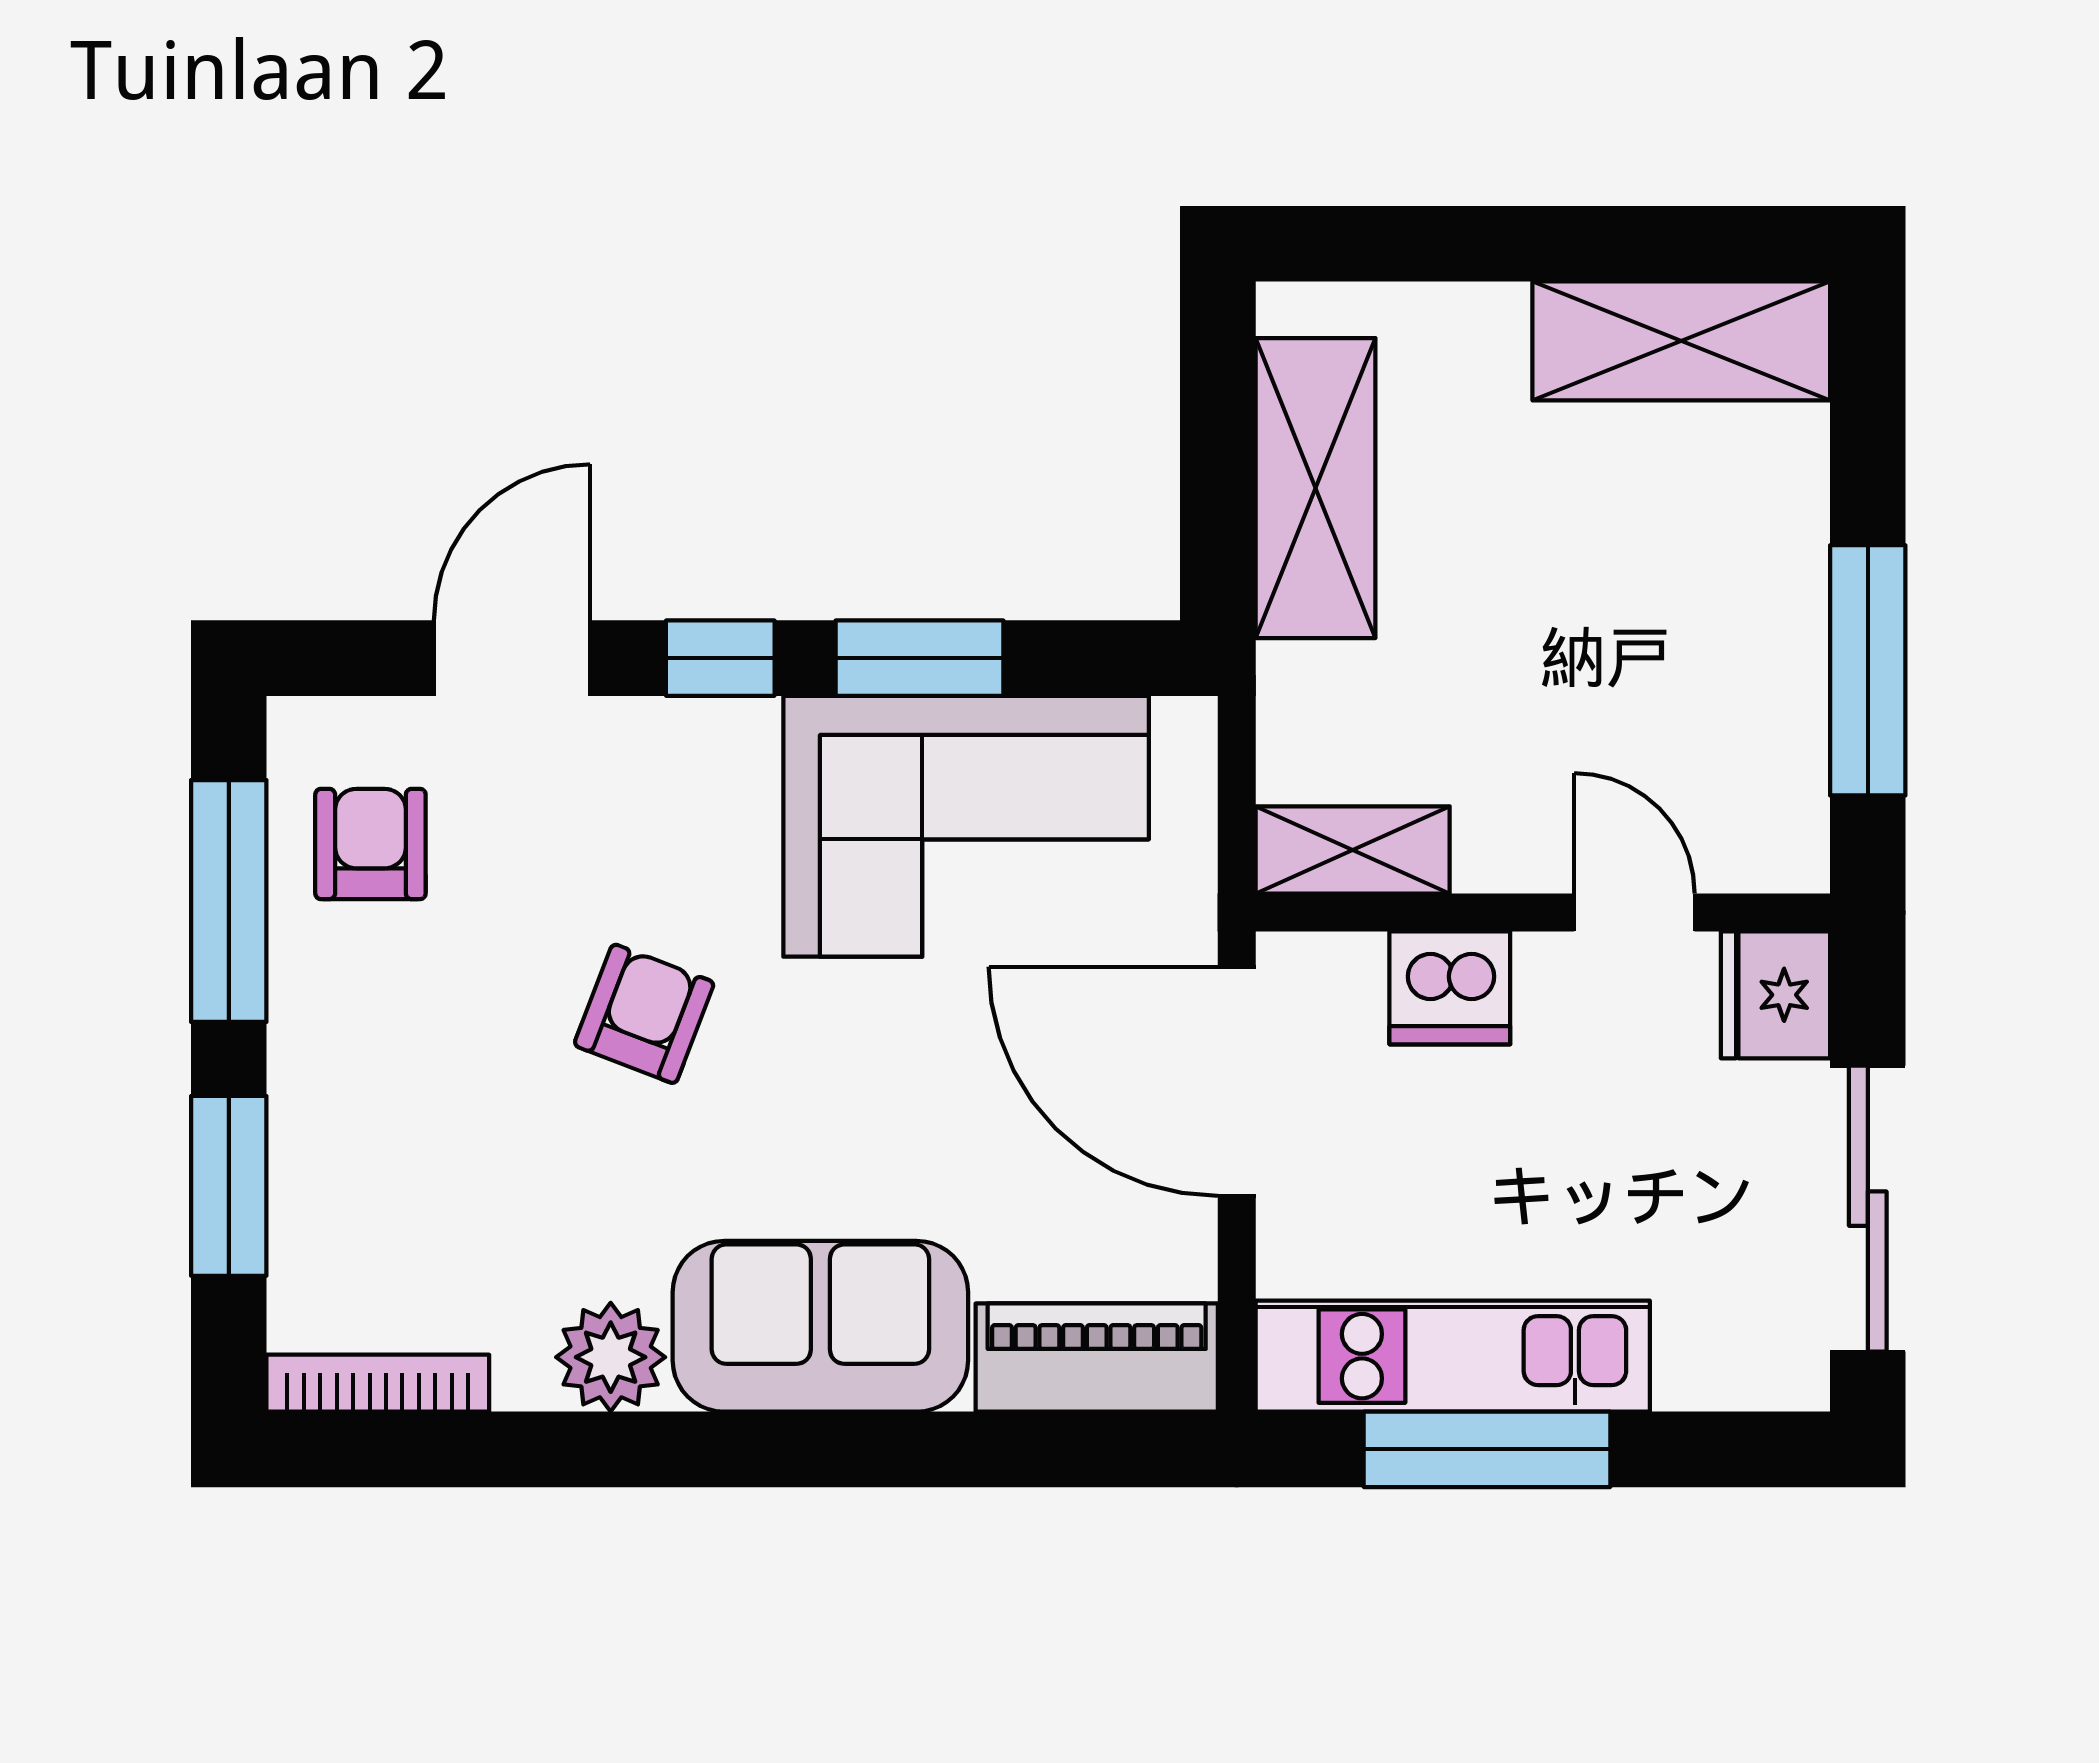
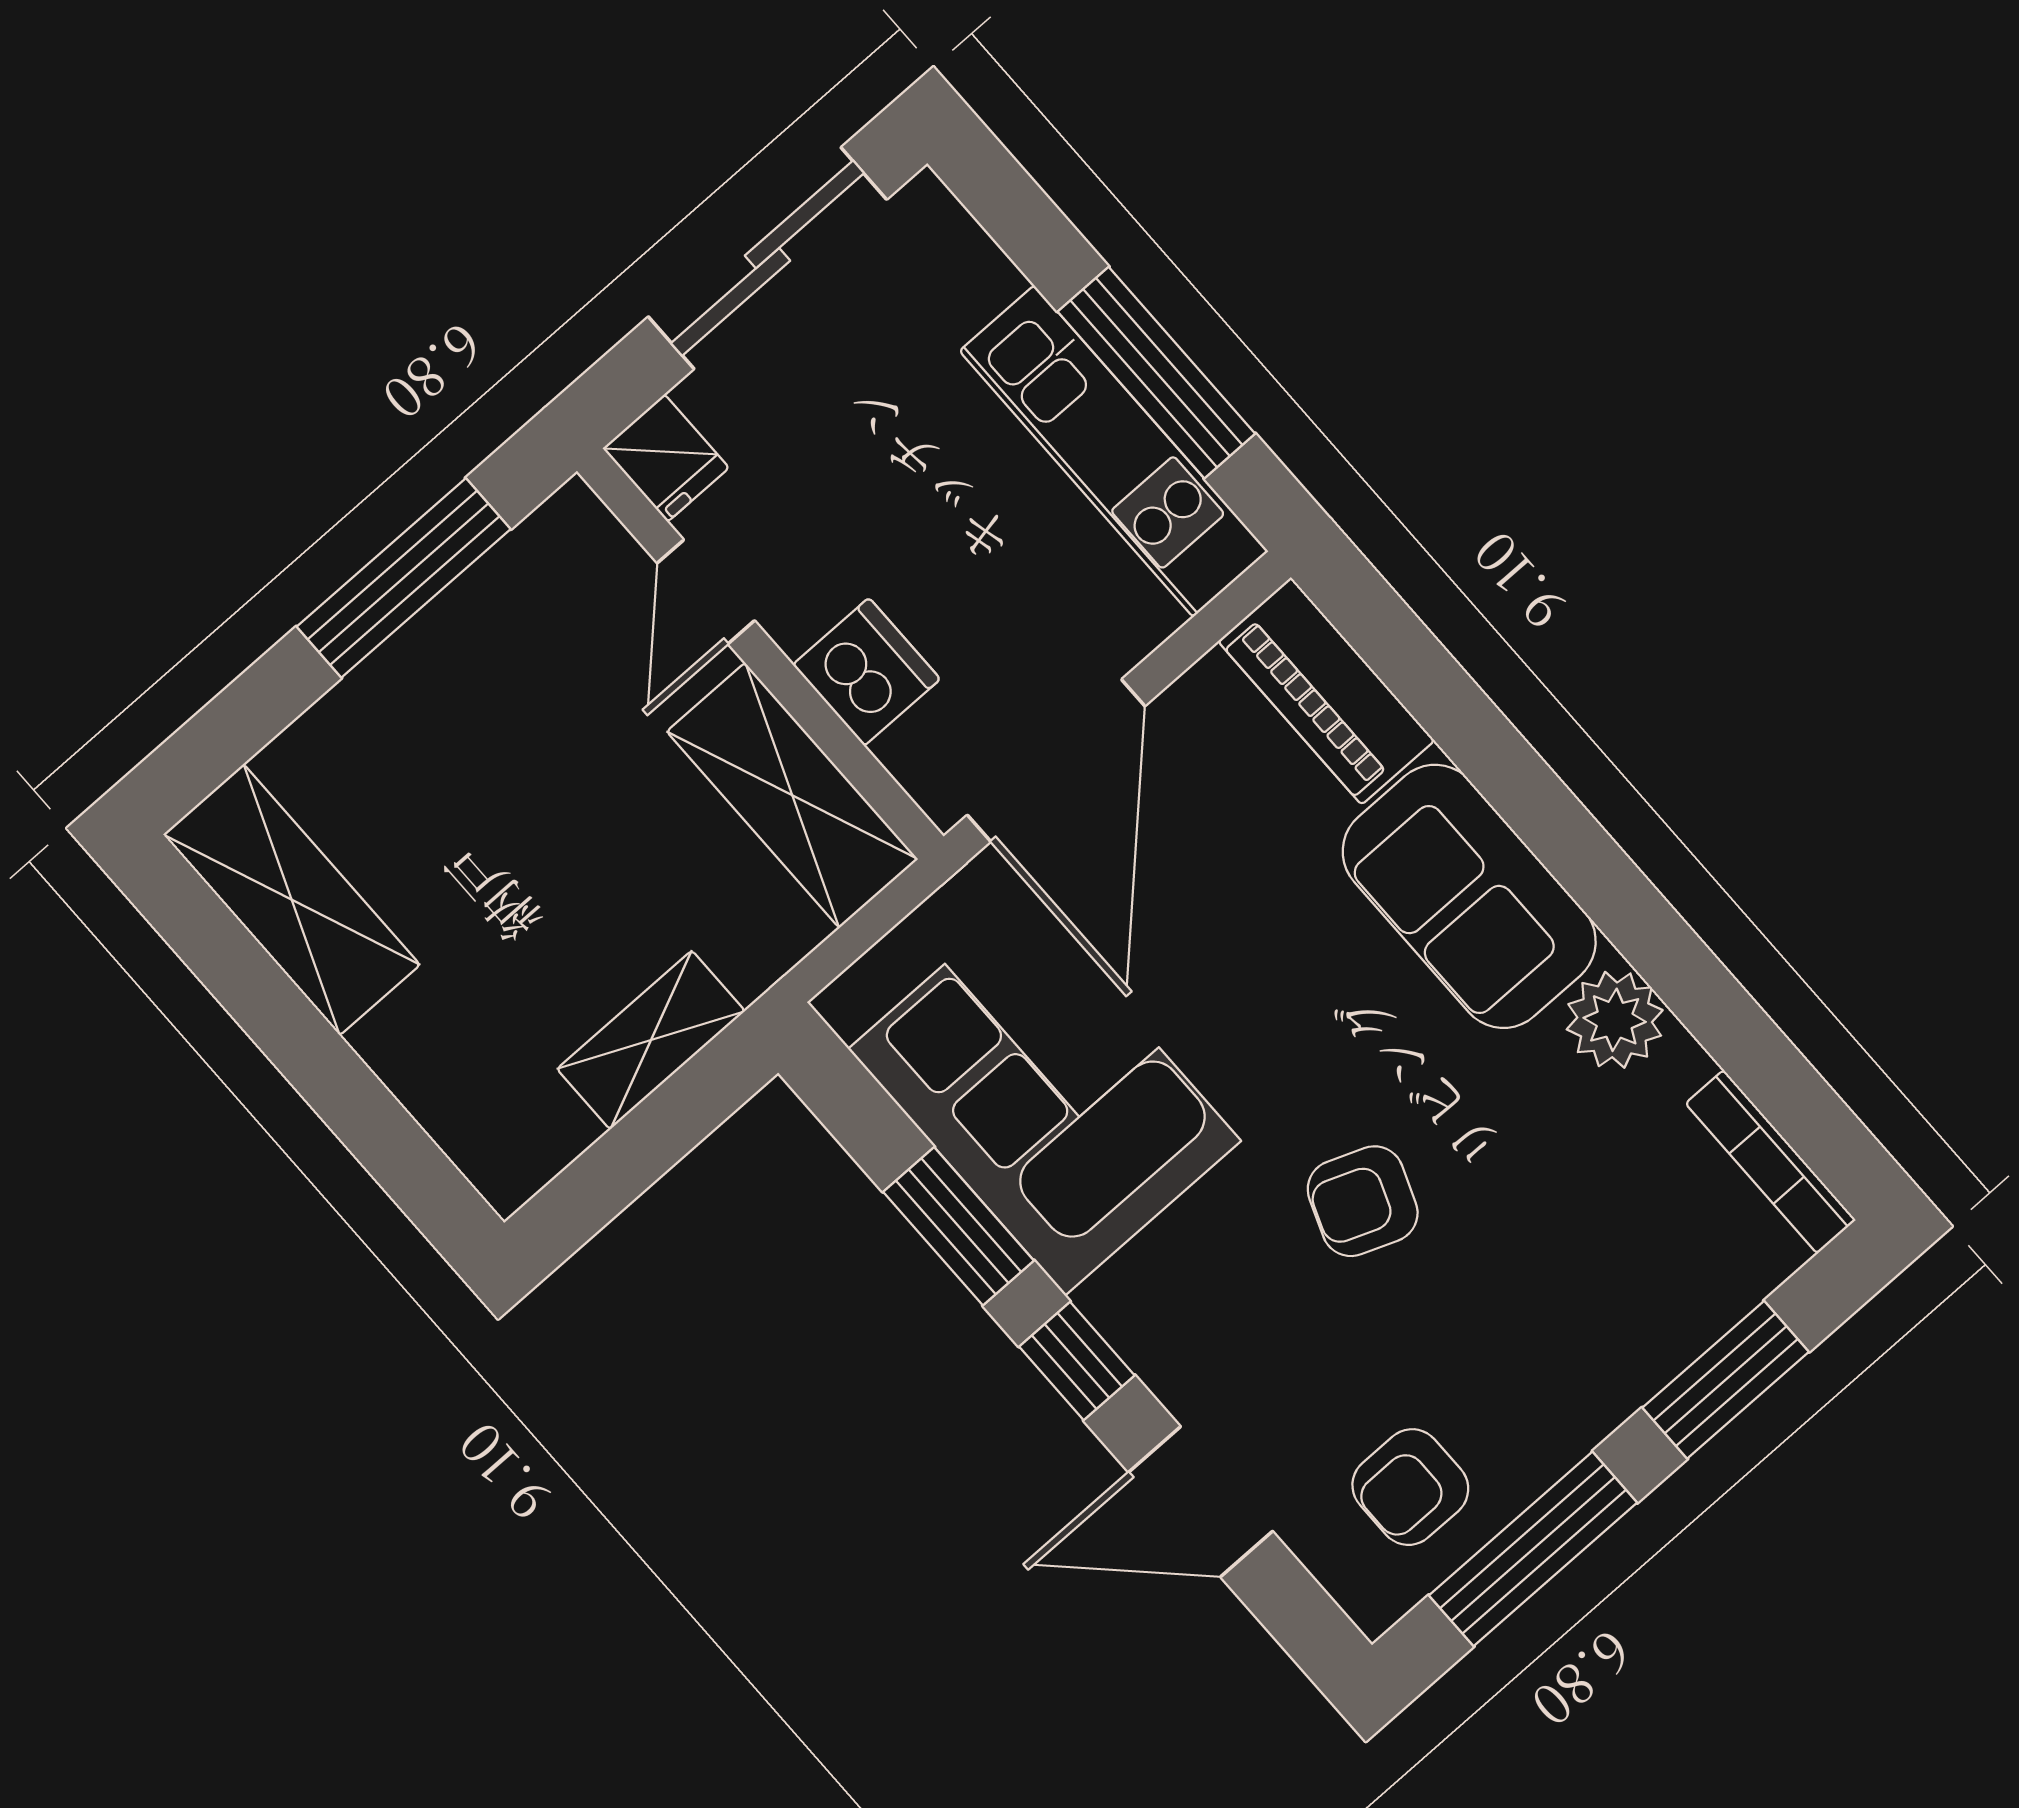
shelving: (1315, 488) -> (651, 1040), width x0.67, depth x0.75
shelving: (1353, 850) -> (792, 795), width x1.50, depth x1.33
fridge: (1775, 995) -> (666, 458), width x0.72

